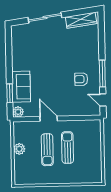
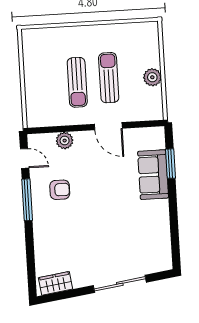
wardrobe: (81, 20) -> (56, 283), width x0.67
plant: (18, 112) -> (65, 141), moved

